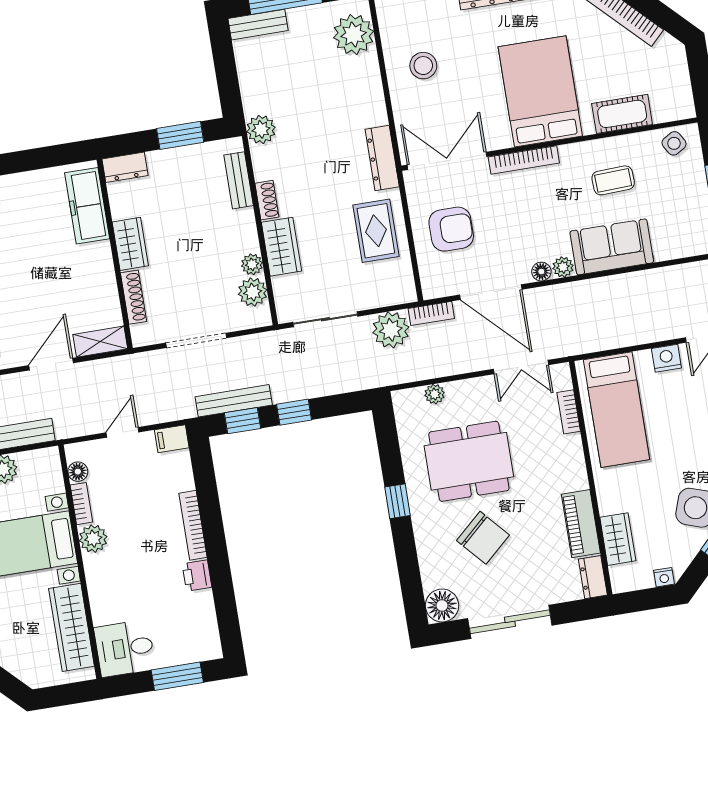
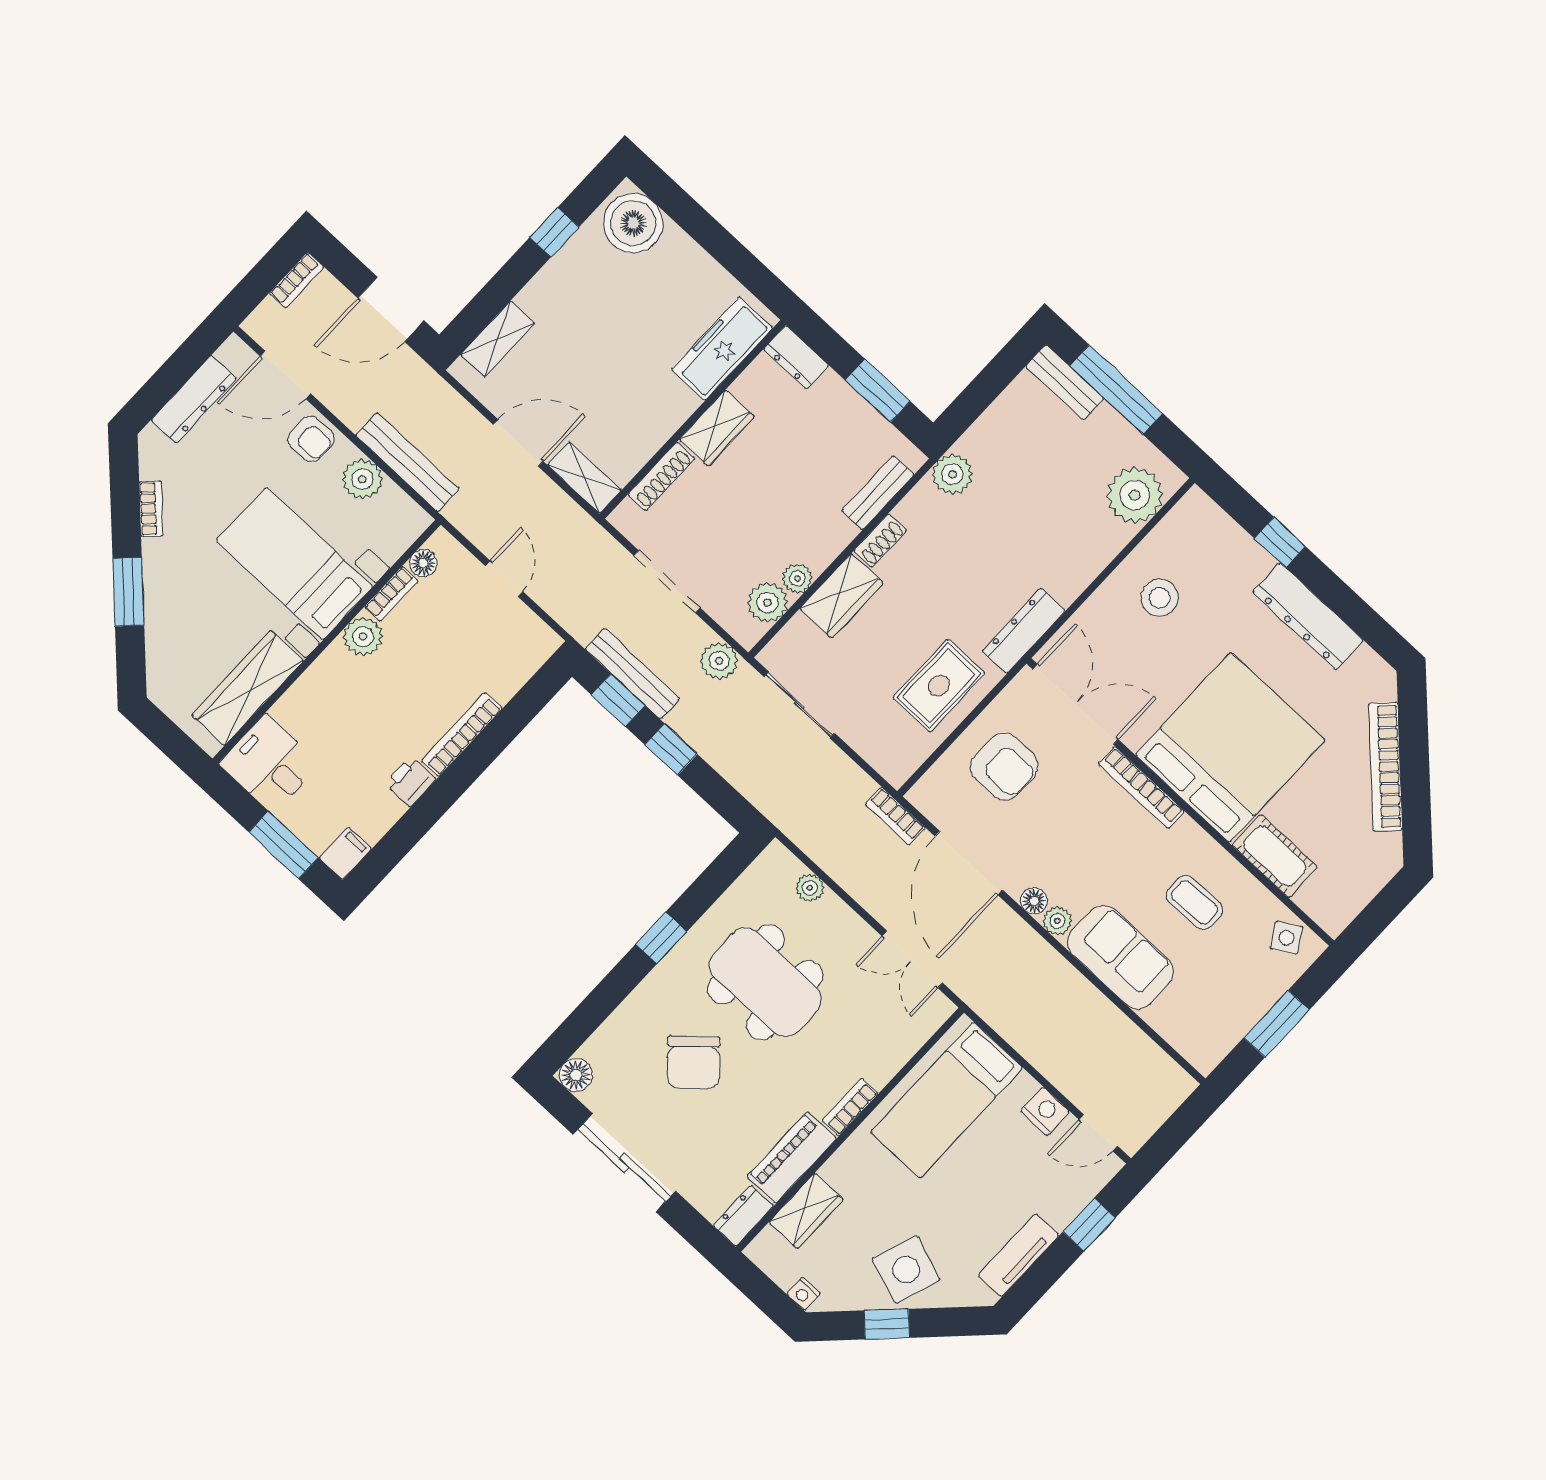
bed: (540, 91) -> (1230, 747), width x1.36
plant: (391, 330) -> (719, 661), moved, width x0.73, depth x0.73
bookcase: (569, 412) -> (850, 1107), moved
door: (122, 432) -> (504, 579), hinge flipped
filing cabinet: (172, 439) -> (345, 853), moved, turned 90
floor lamp: (442, 605) -> (576, 1075), width x0.73, depth x0.73

